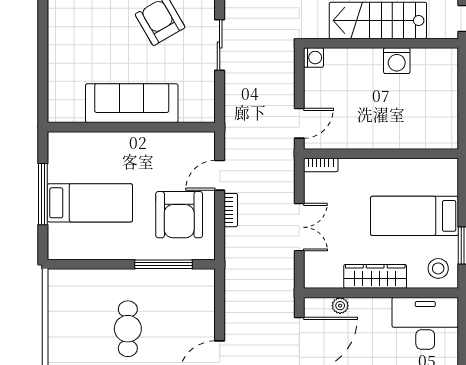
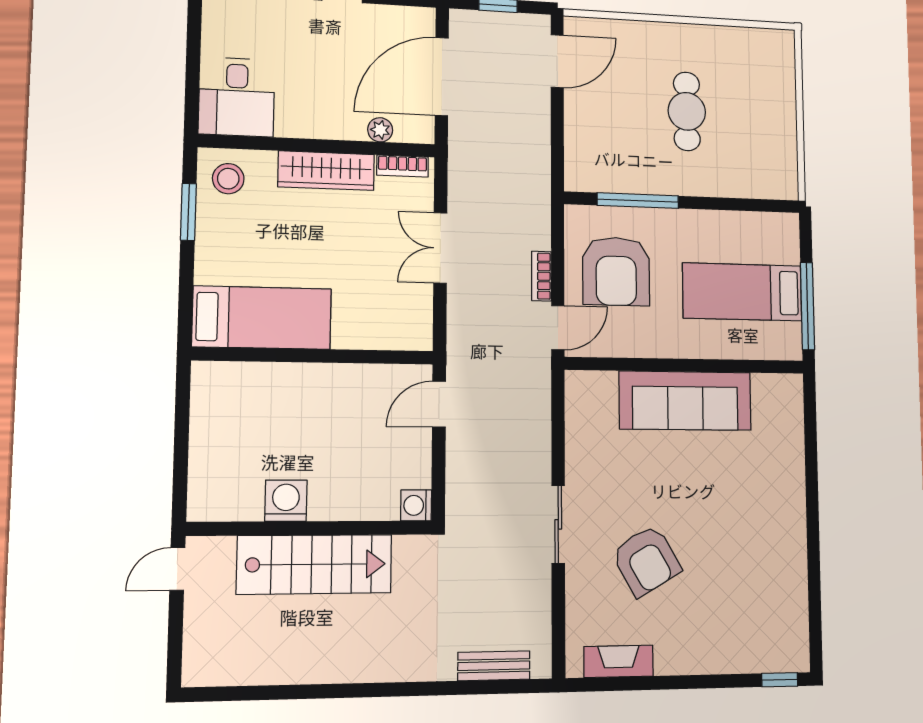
sofa: (132, 103) -> (685, 401), moved
wall: (131, 127) -> (685, 365), moved
bookcase: (321, 165) -> (402, 166), moved, turned 180
armchair: (179, 215) -> (616, 271), turned 180
bed: (414, 216) -> (262, 318), moved
desk: (425, 323) -> (237, 97), width x0.73

